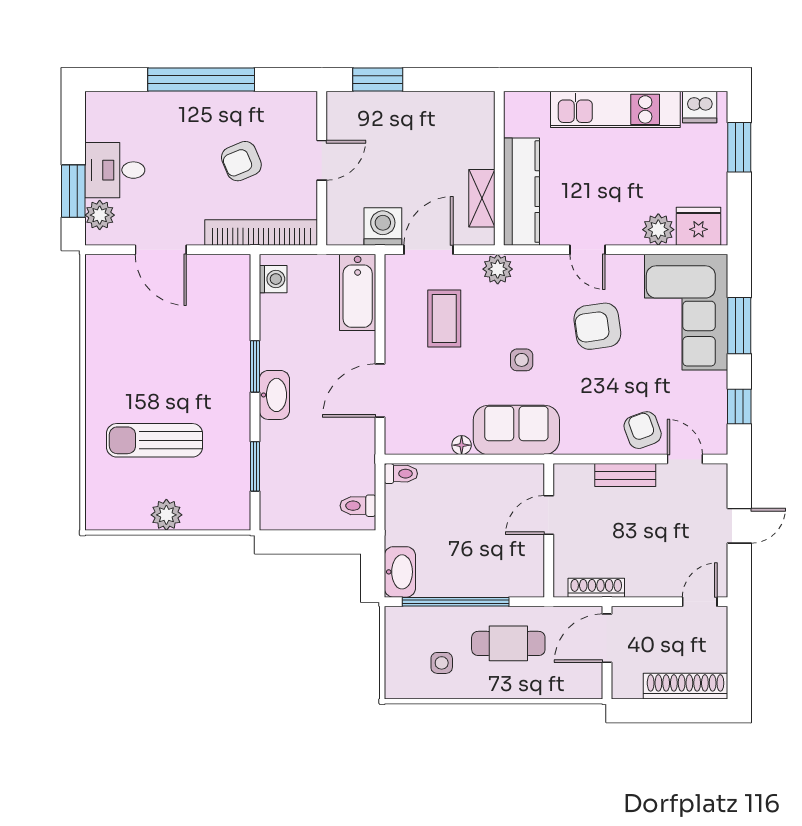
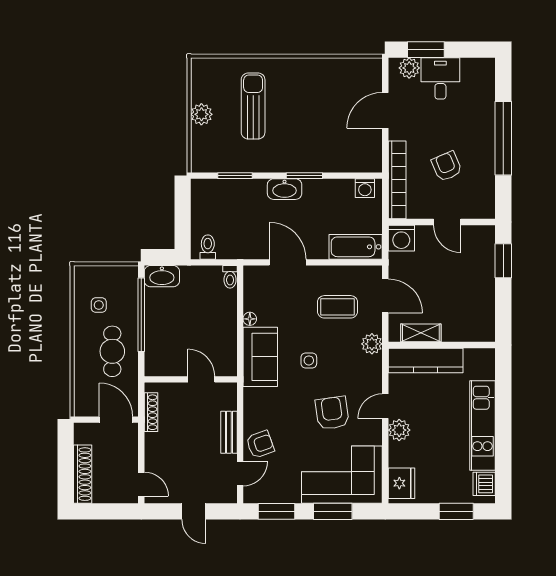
washing machine: (383, 227) -> (401, 238), moved, turned 90
plant: (658, 230) -> (399, 430), moved
window: (739, 407) -> (277, 511), width x1.50

